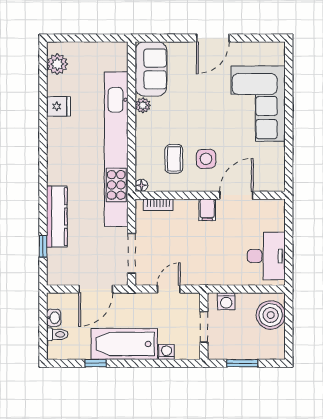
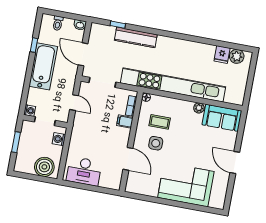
fridge: (59, 106) -> (222, 55), moved
filing cabinet: (207, 210) -> (125, 122), moved
washbasin: (54, 318) -> (80, 25), moved
washing machine: (166, 352) -> (30, 111), moved

